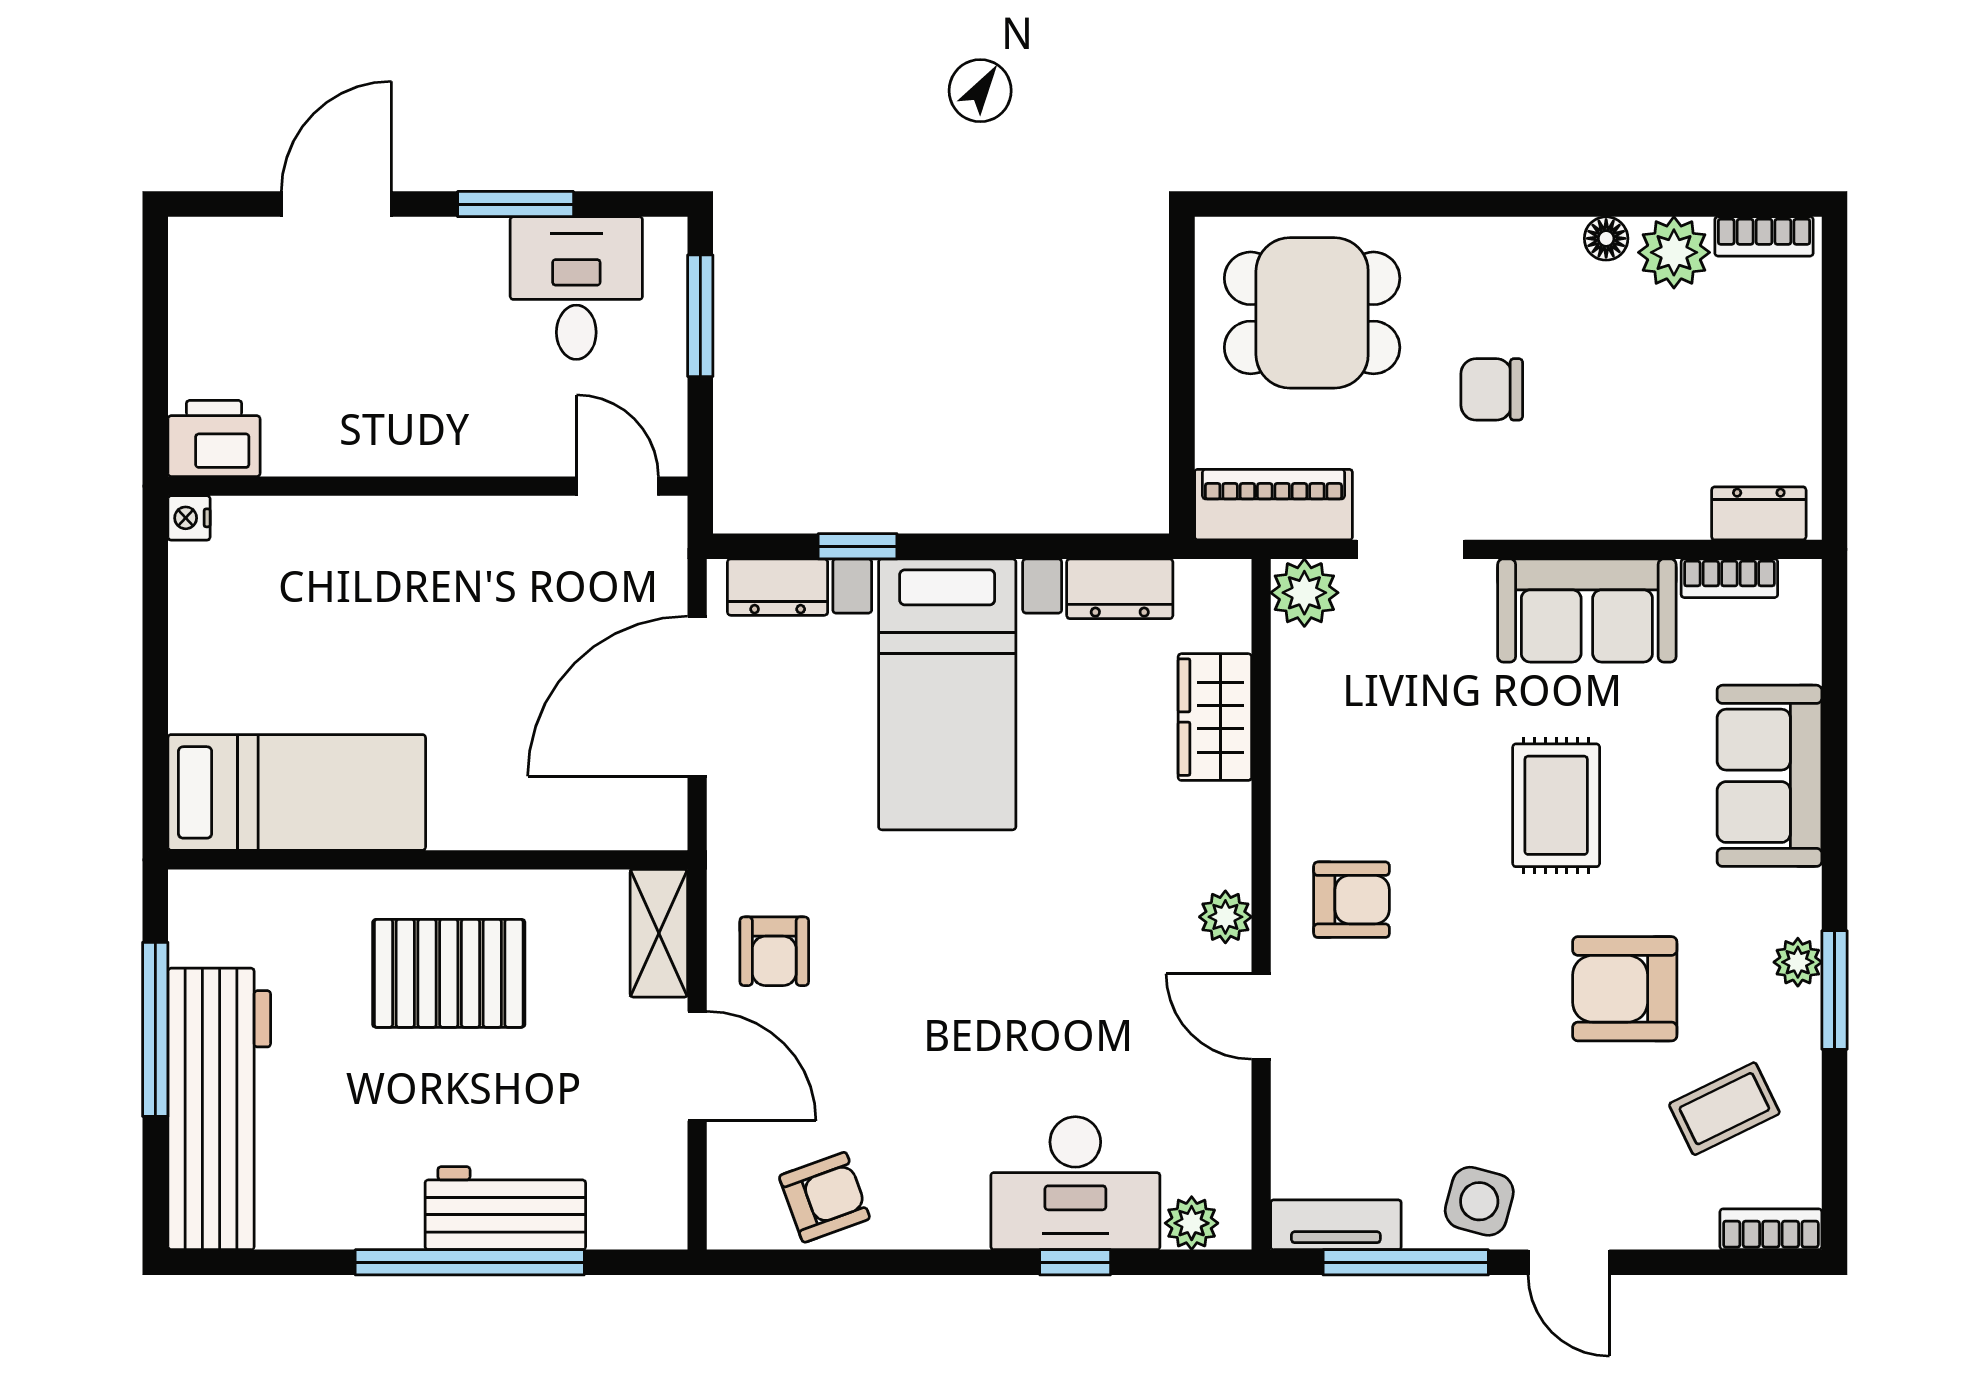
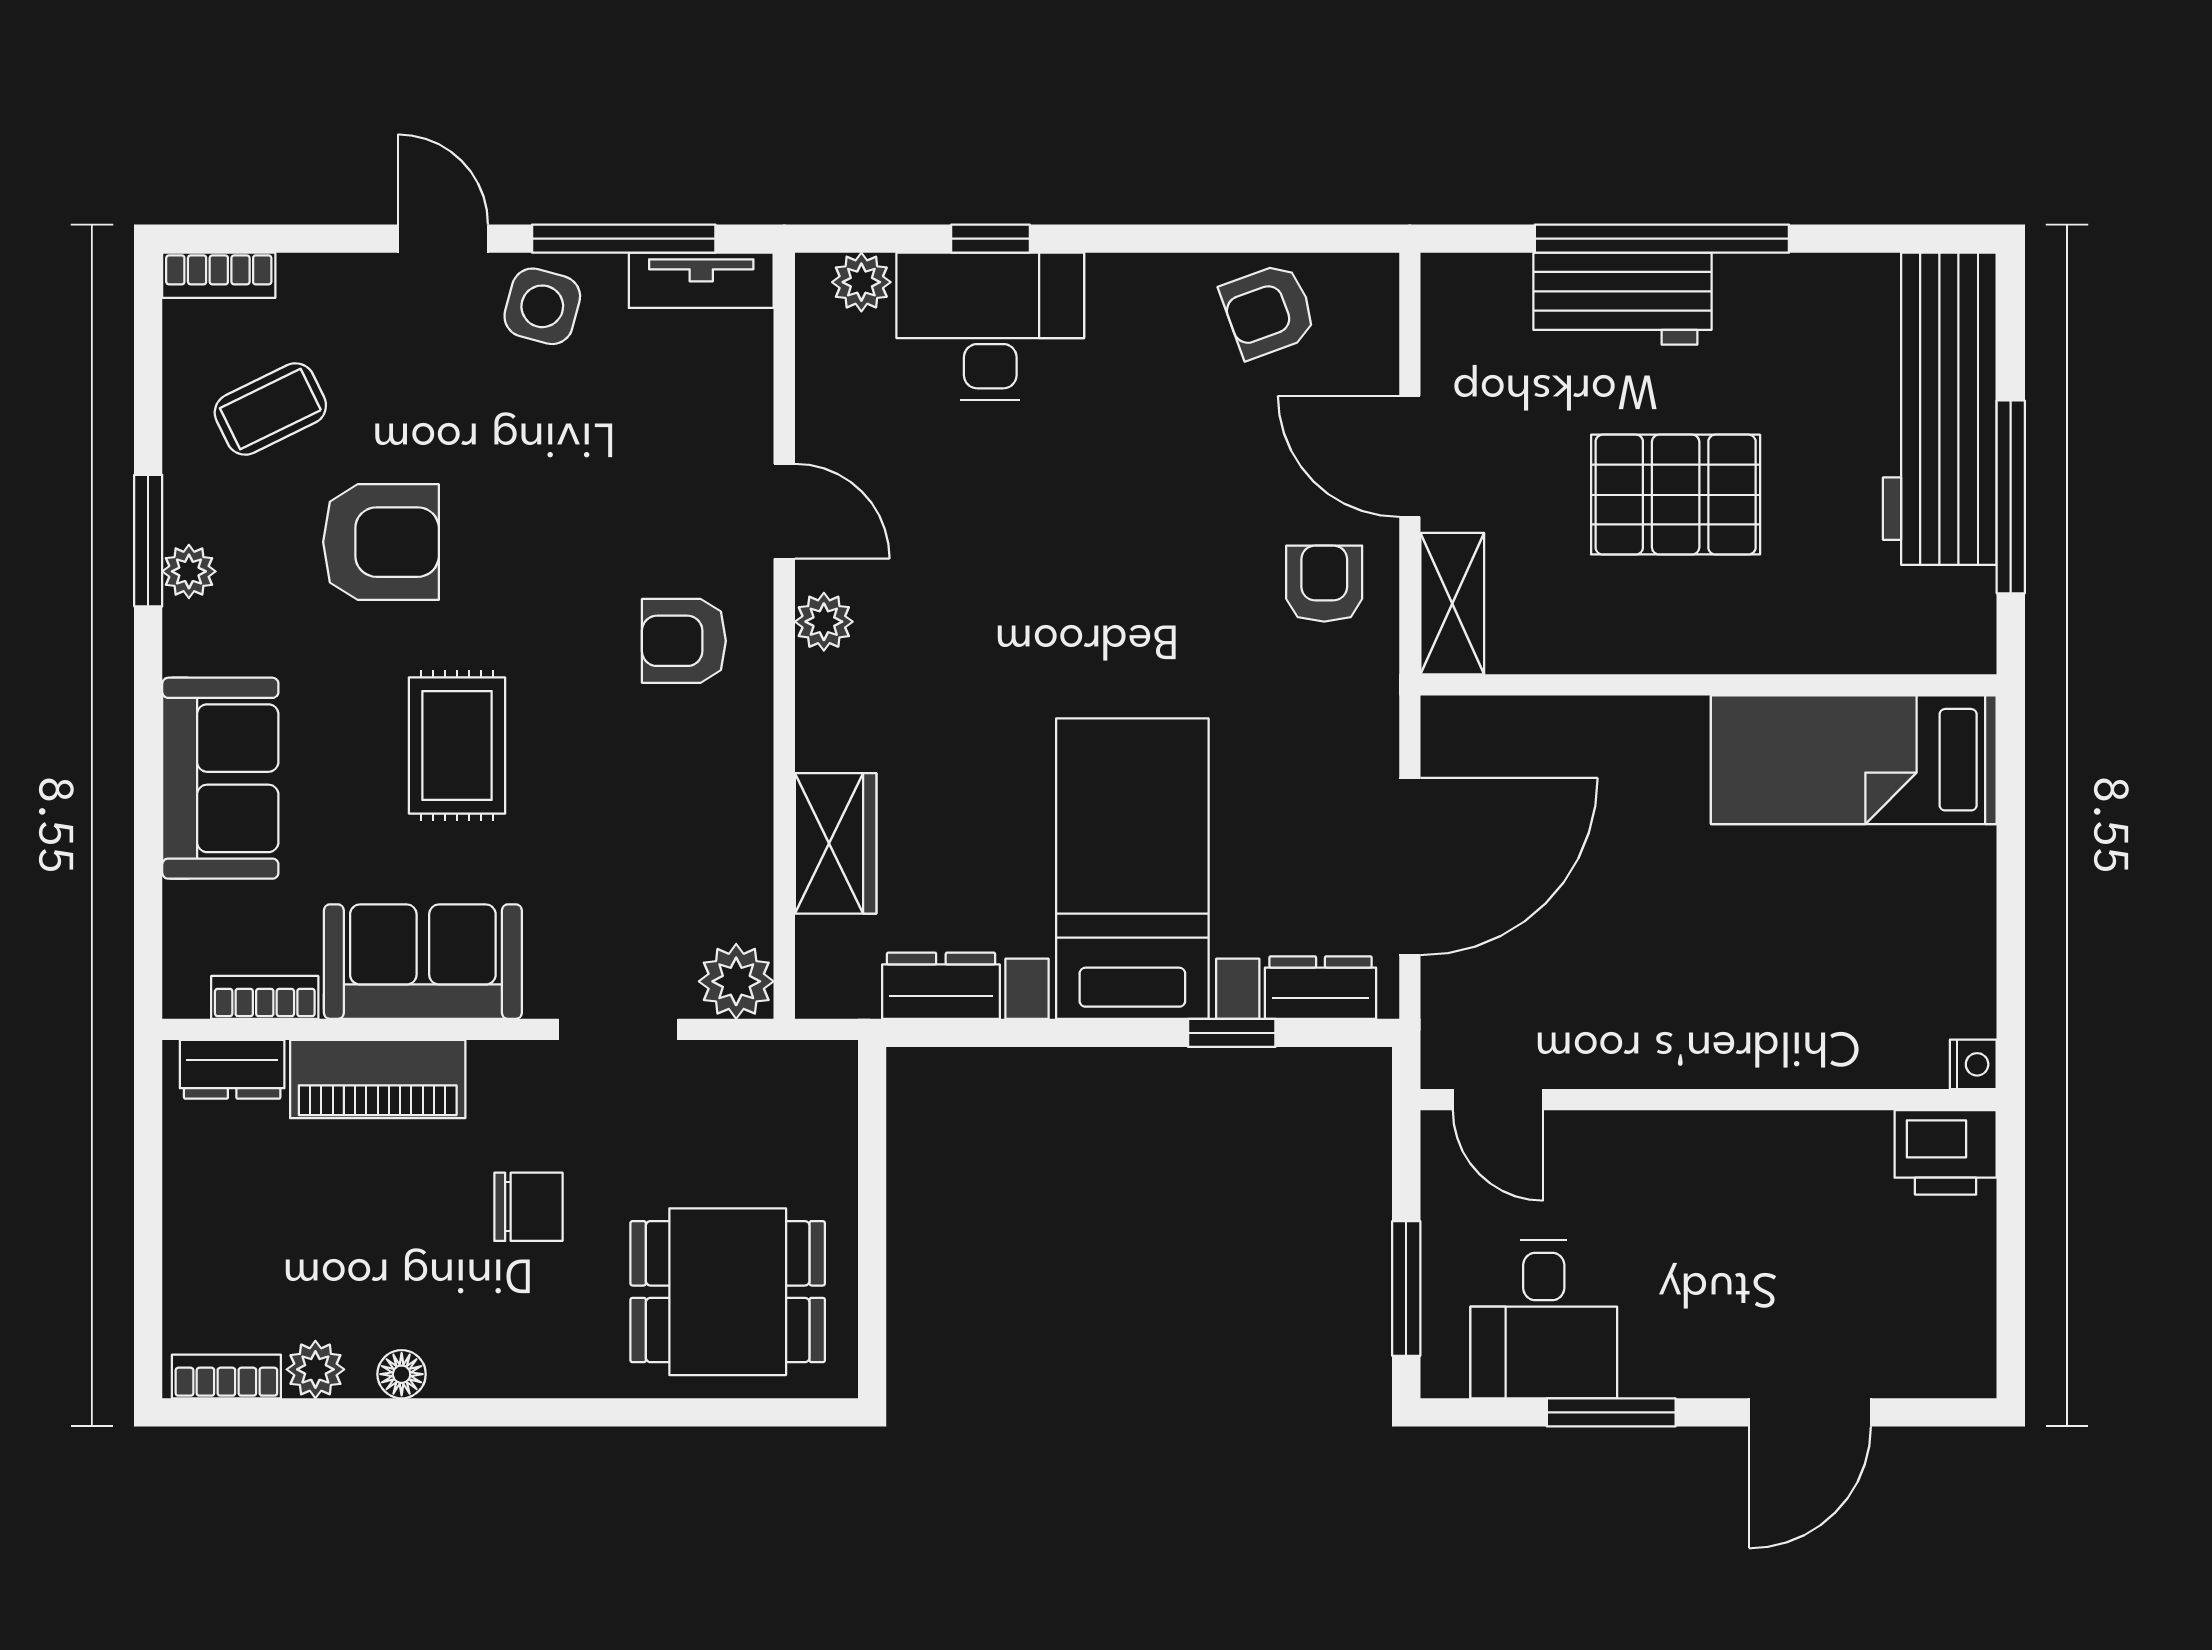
plant: (1674, 252) -> (315, 1369), width x0.73, depth x0.73
piano: (1273, 505) -> (378, 1079), moved
pallet: (449, 973) -> (1676, 495), moved

